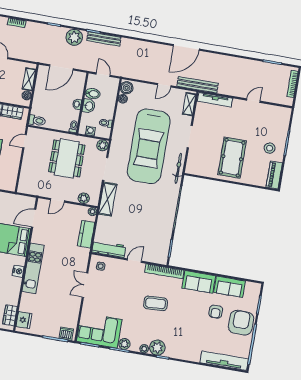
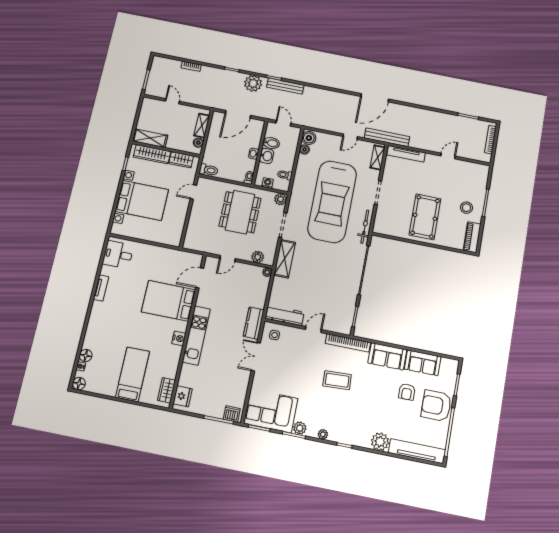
kitchen counter: (86, 234) -> (254, 323), moved
armchair: (241, 323) -> (436, 406), turned -91
plant: (157, 348) -> (380, 442), moved

